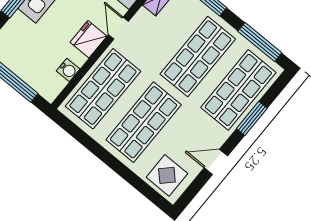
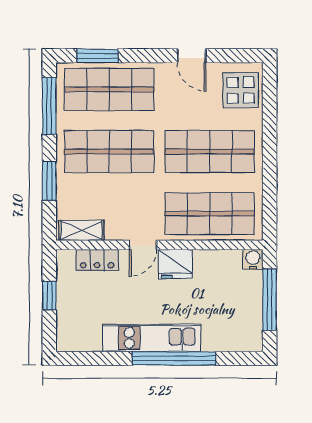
water cooler: (68, 70) -> (253, 259), moved
window: (252, 118) -> (97, 56), moved

